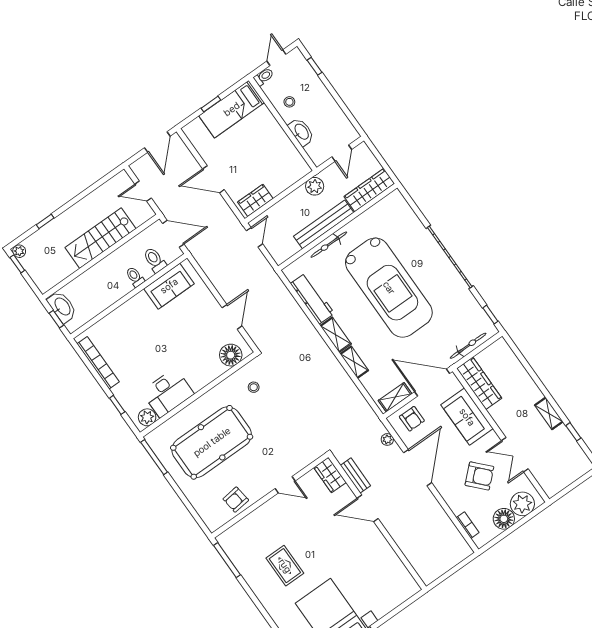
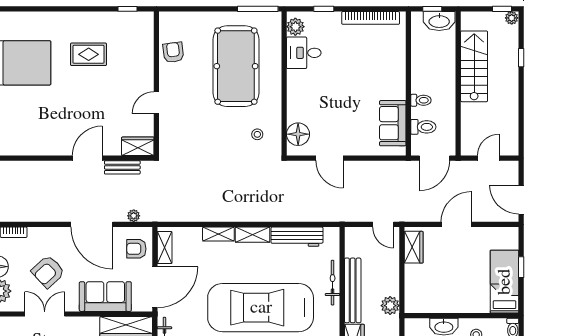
stairs: (101, 238) -> (474, 66), moved
desk: (168, 393) -> (304, 53), width x0.73
window: (227, 560) -> (128, 9), width x0.46

